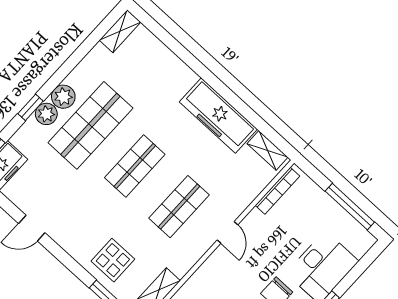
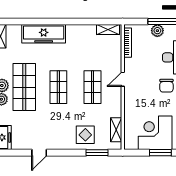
freezer: (218, 115) -> (44, 34), moved
plant: (330, 211) -> (157, 31), added
door: (228, 232) -> (123, 79), swing flipped

